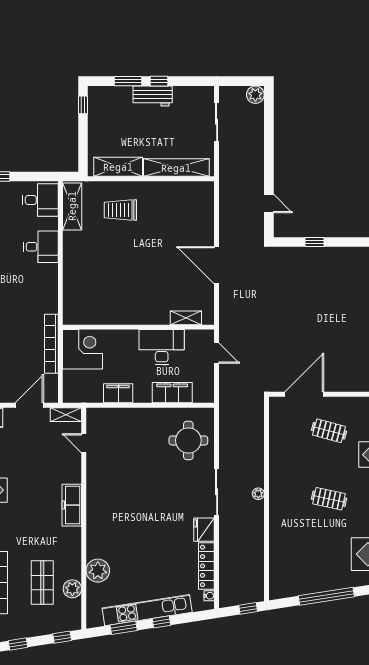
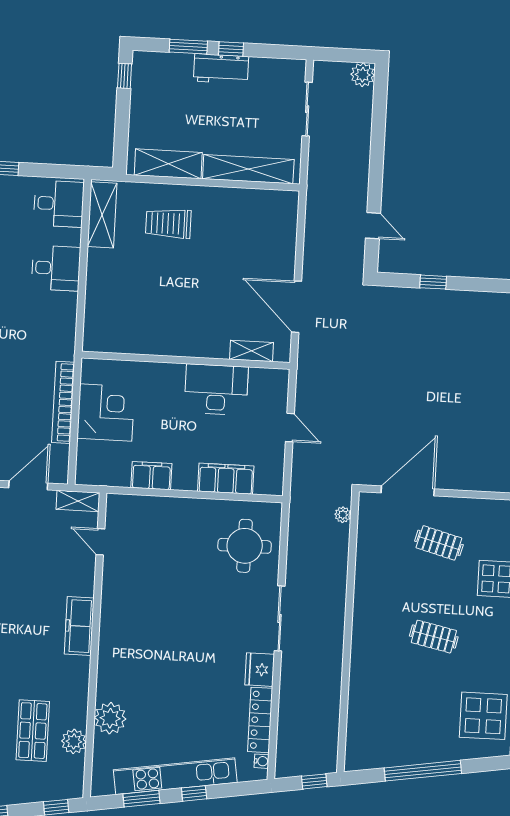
shelving: (186, 318) -> (252, 351), moved
wall: (138, 327) -> (186, 360), moved
desk: (162, 347) -> (216, 390), moved
plant: (258, 494) -> (343, 515), moved

